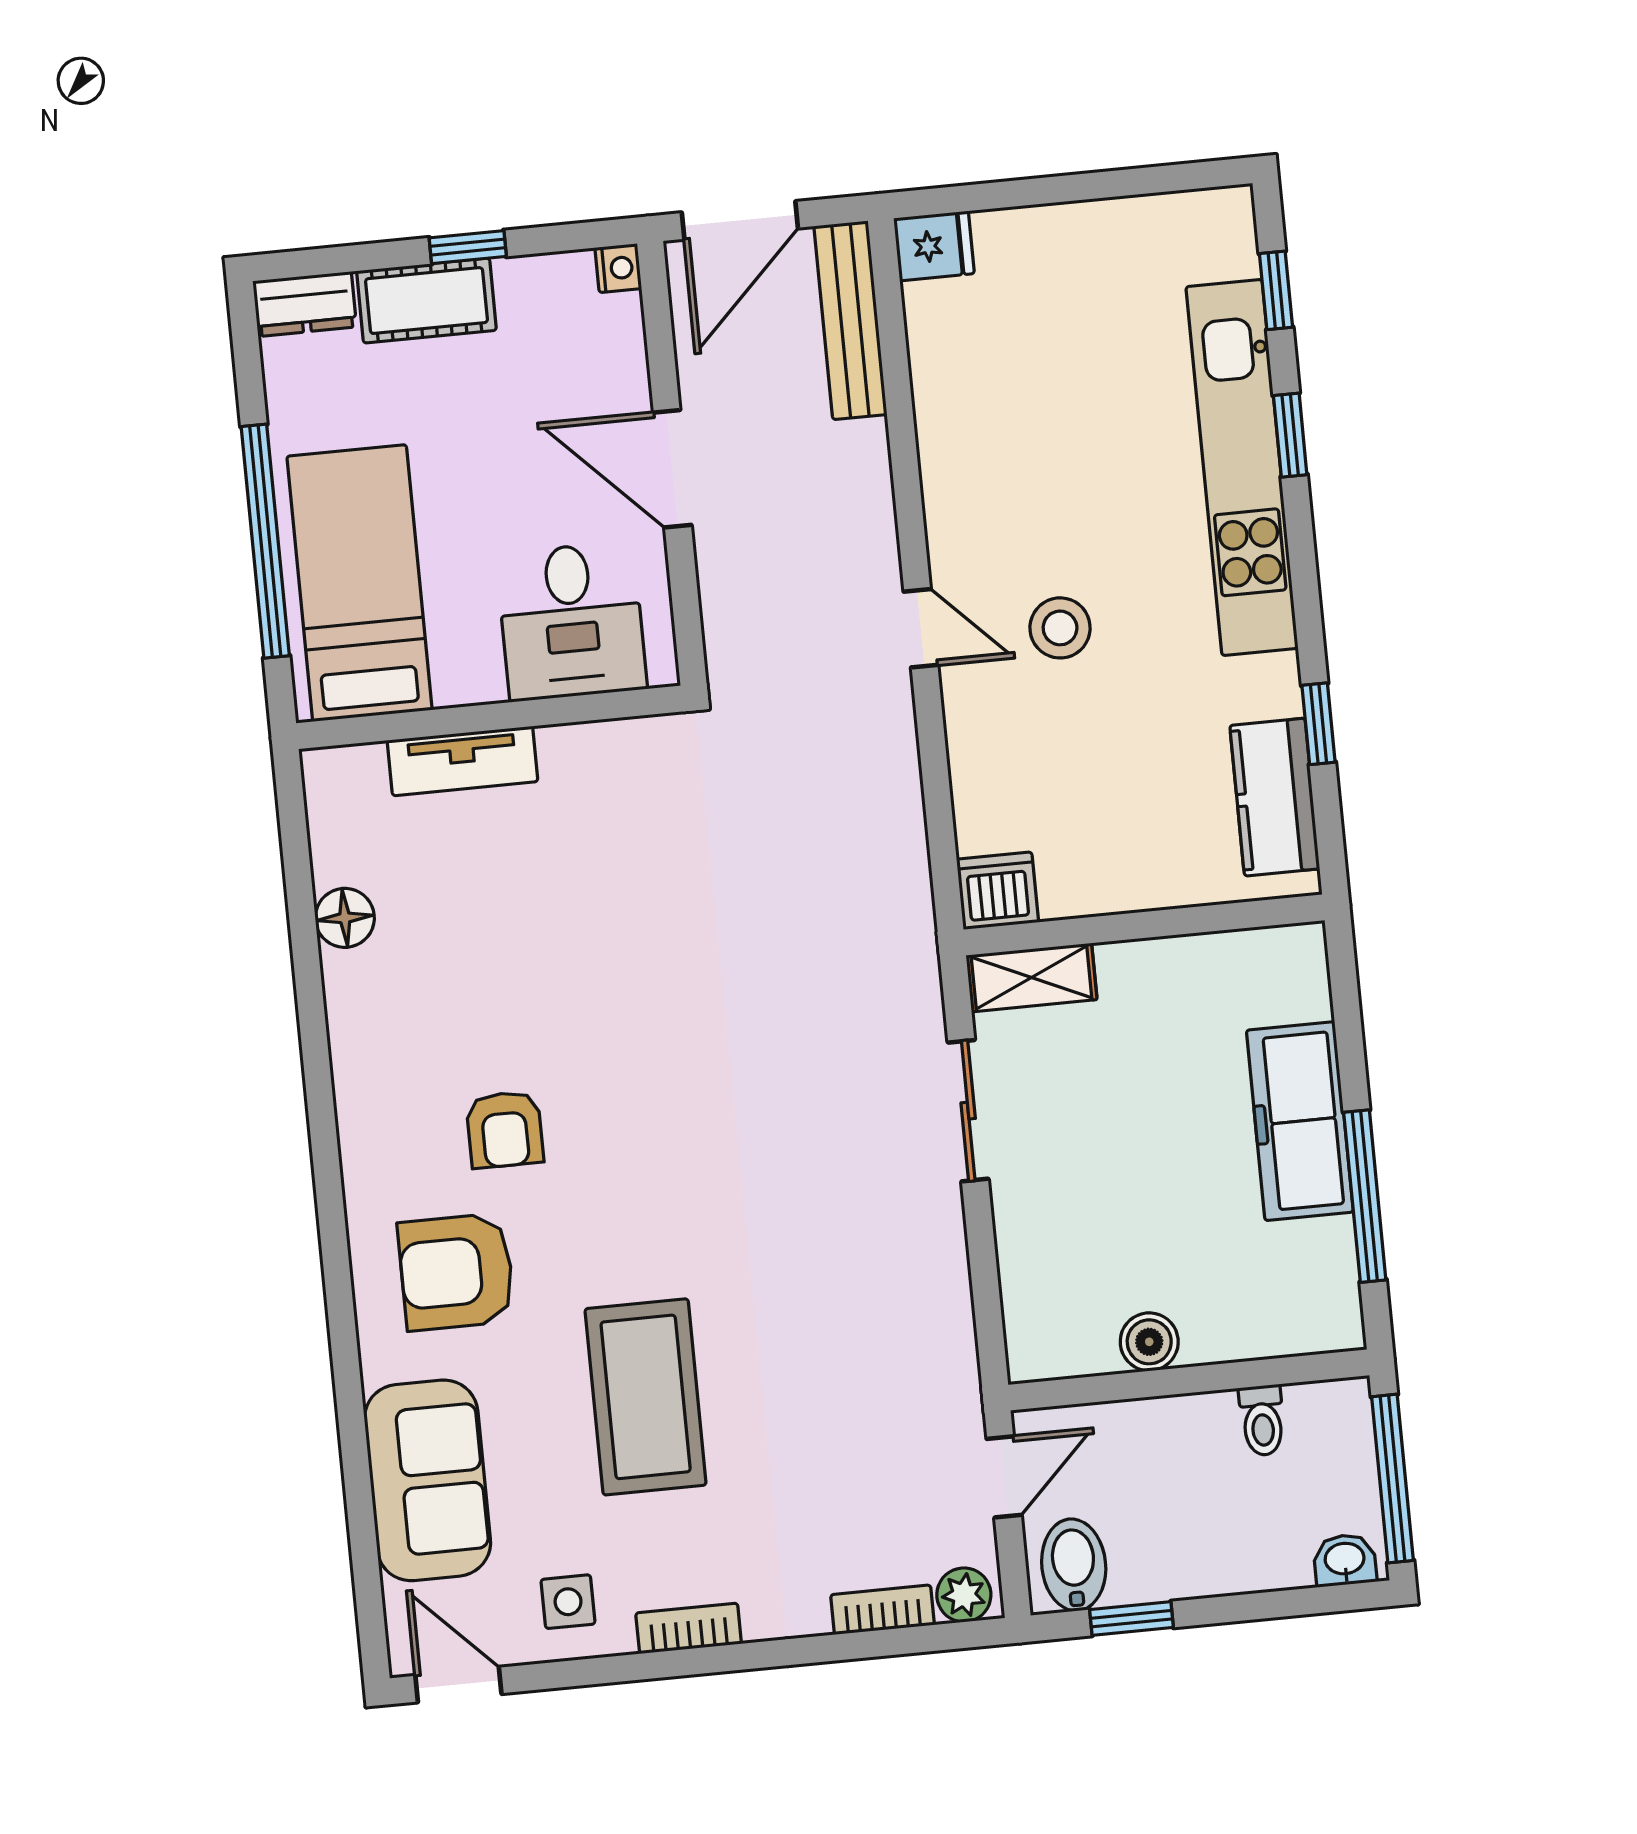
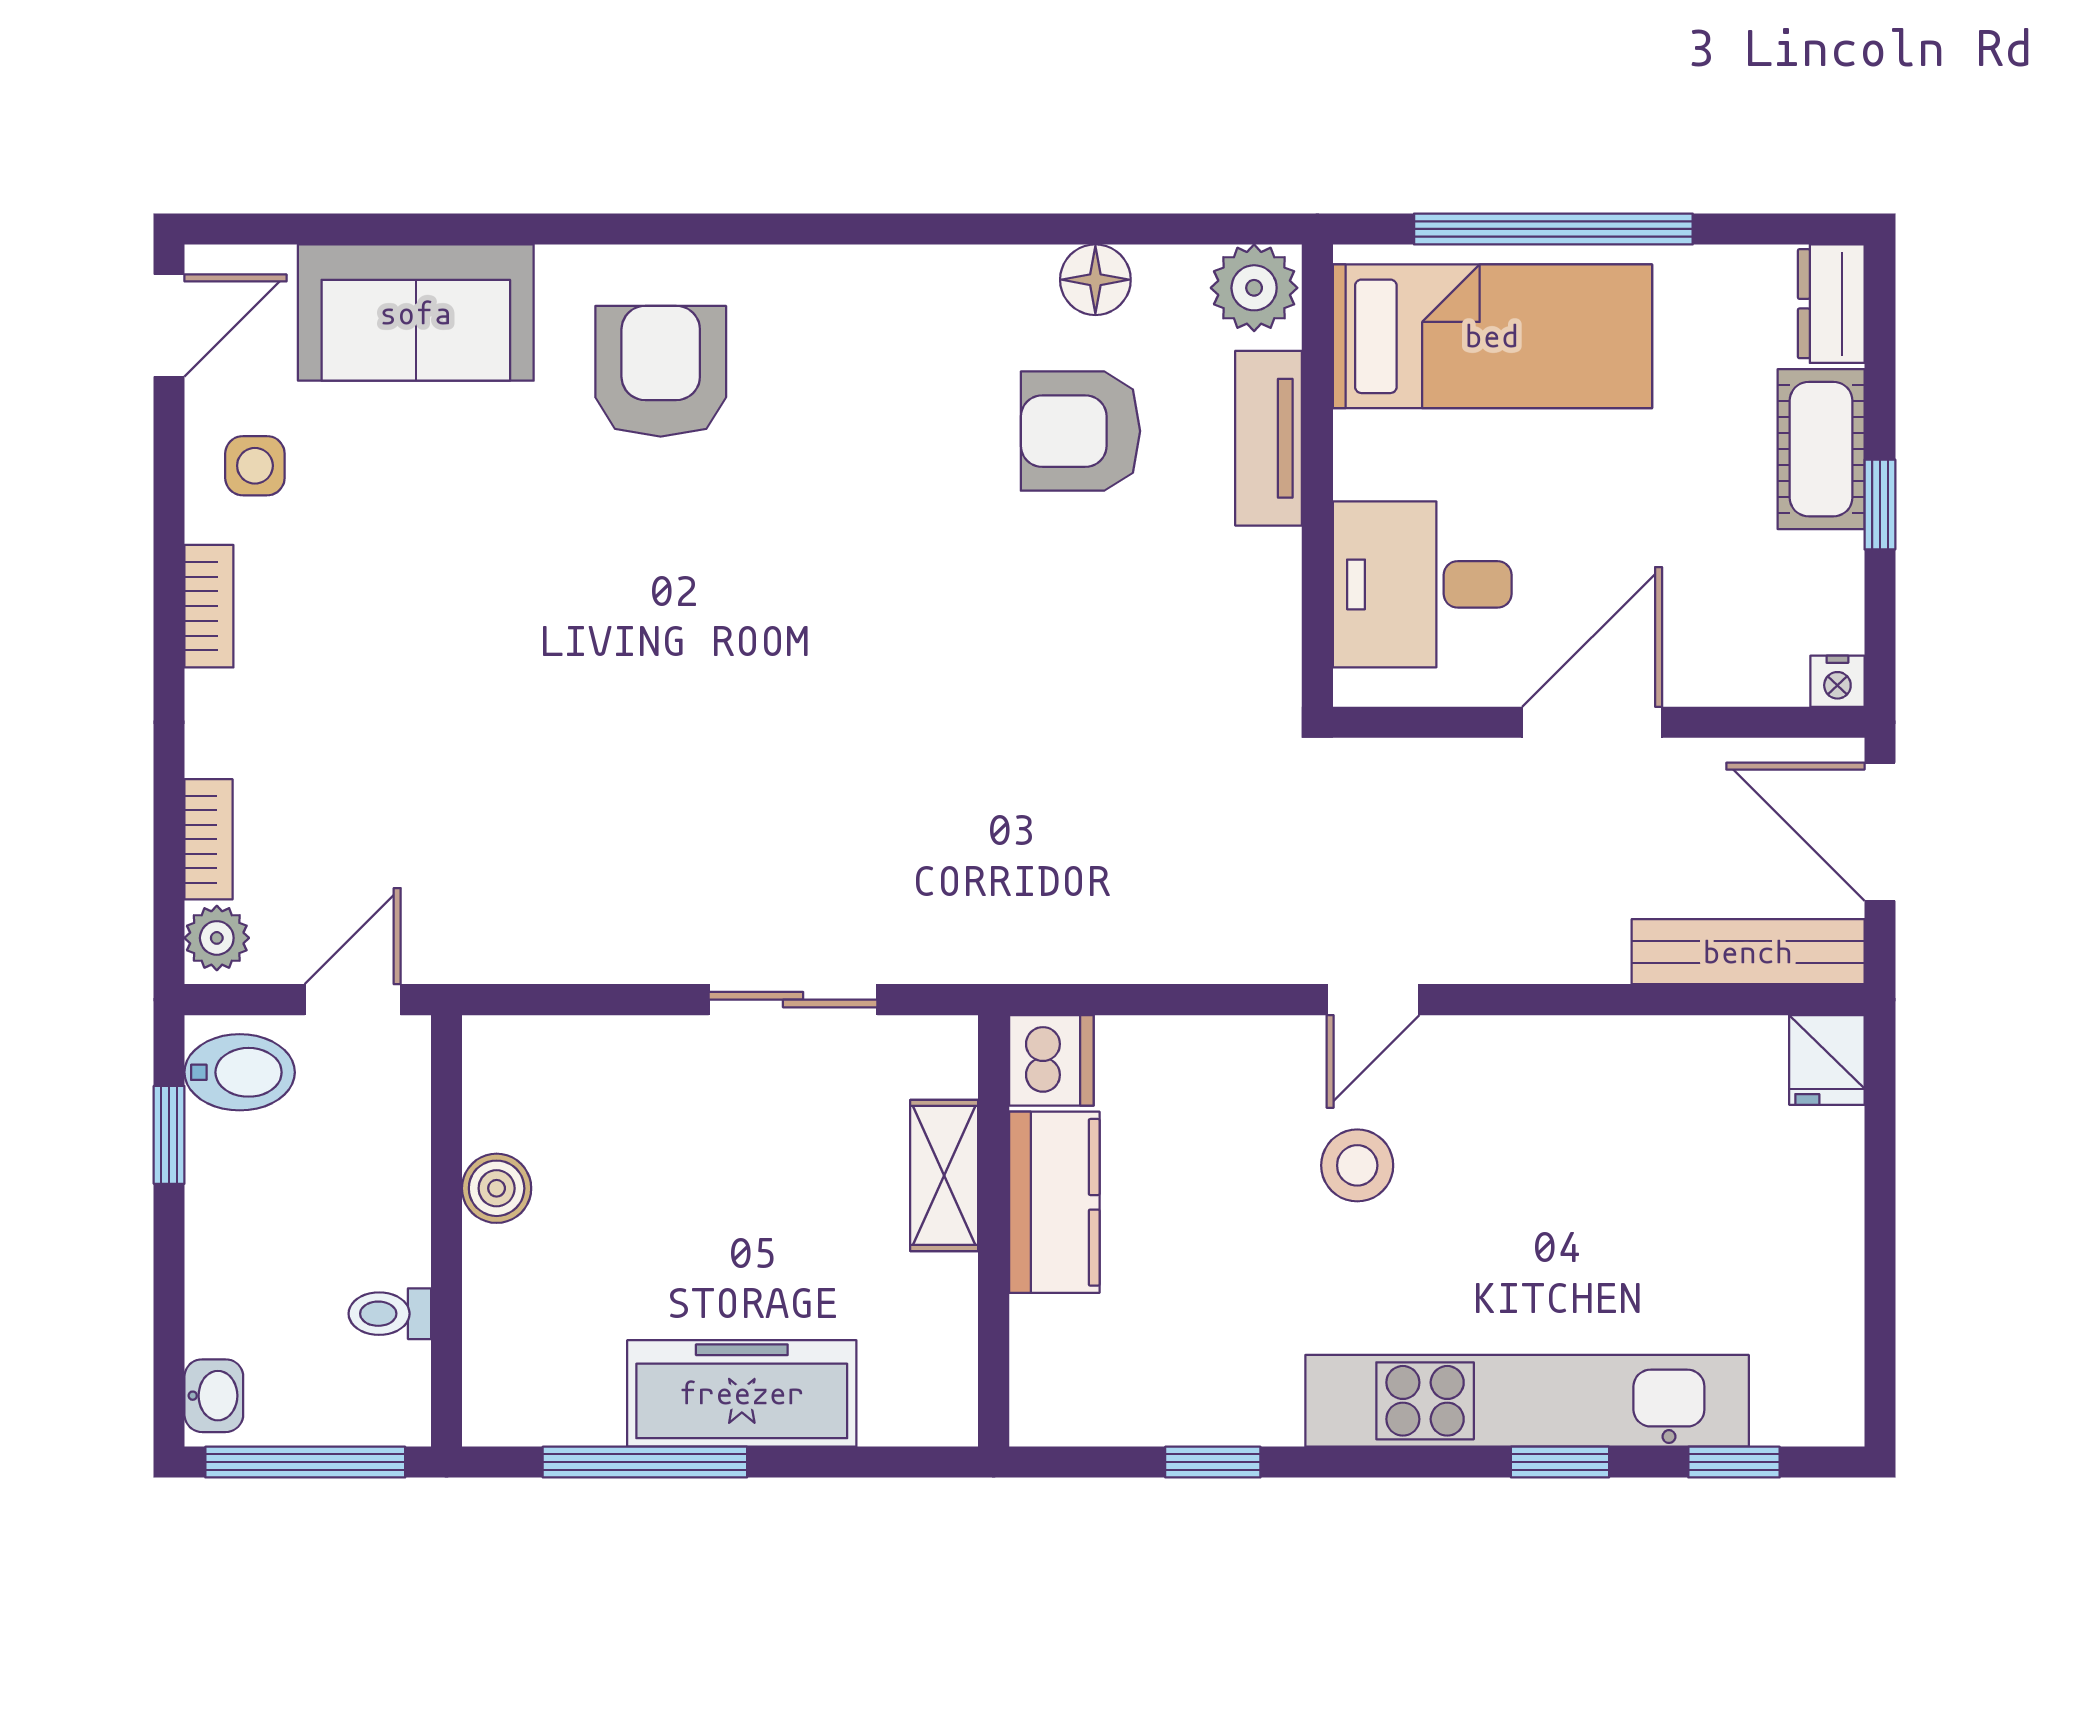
plant: (339, 785) -> (1254, 288), added
kitchen counter: (1275, 797) -> (1054, 1202), moved, turned 90
shelving: (1031, 977) -> (944, 1175), moved
armchair: (505, 1129) -> (1080, 431), moved, width x1.38, depth x1.38
coffee table: (646, 1397) -> (490, 582), removed
door: (1004, 1477) -> (353, 1000), swing flipped

